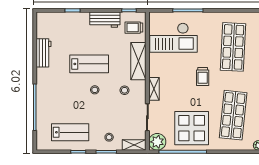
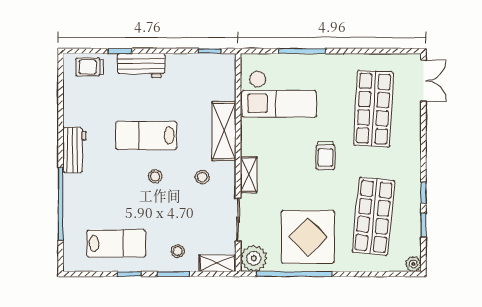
workbench: (105, 20) -> (141, 65), moved
trolley: (134, 28) -> (90, 67), moved
workbench: (44, 53) -> (74, 150), moved
lab bench: (89, 64) -> (146, 135), turned 180

